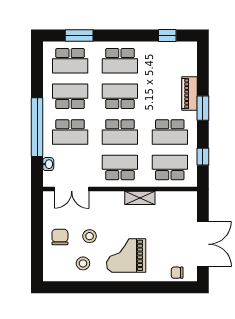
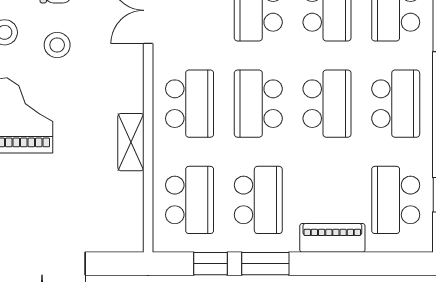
school desk: (120, 61) -> (396, 104), turned 180
school desk: (170, 61) -> (396, 200), added
window: (203, 108) -> (265, 264), moved
school desk: (170, 132) -> (258, 200), turned 180

